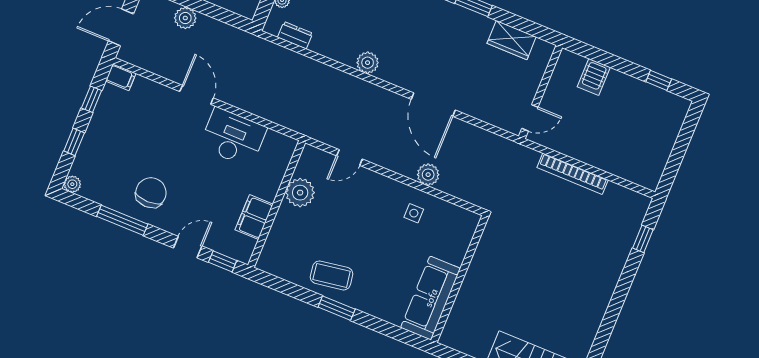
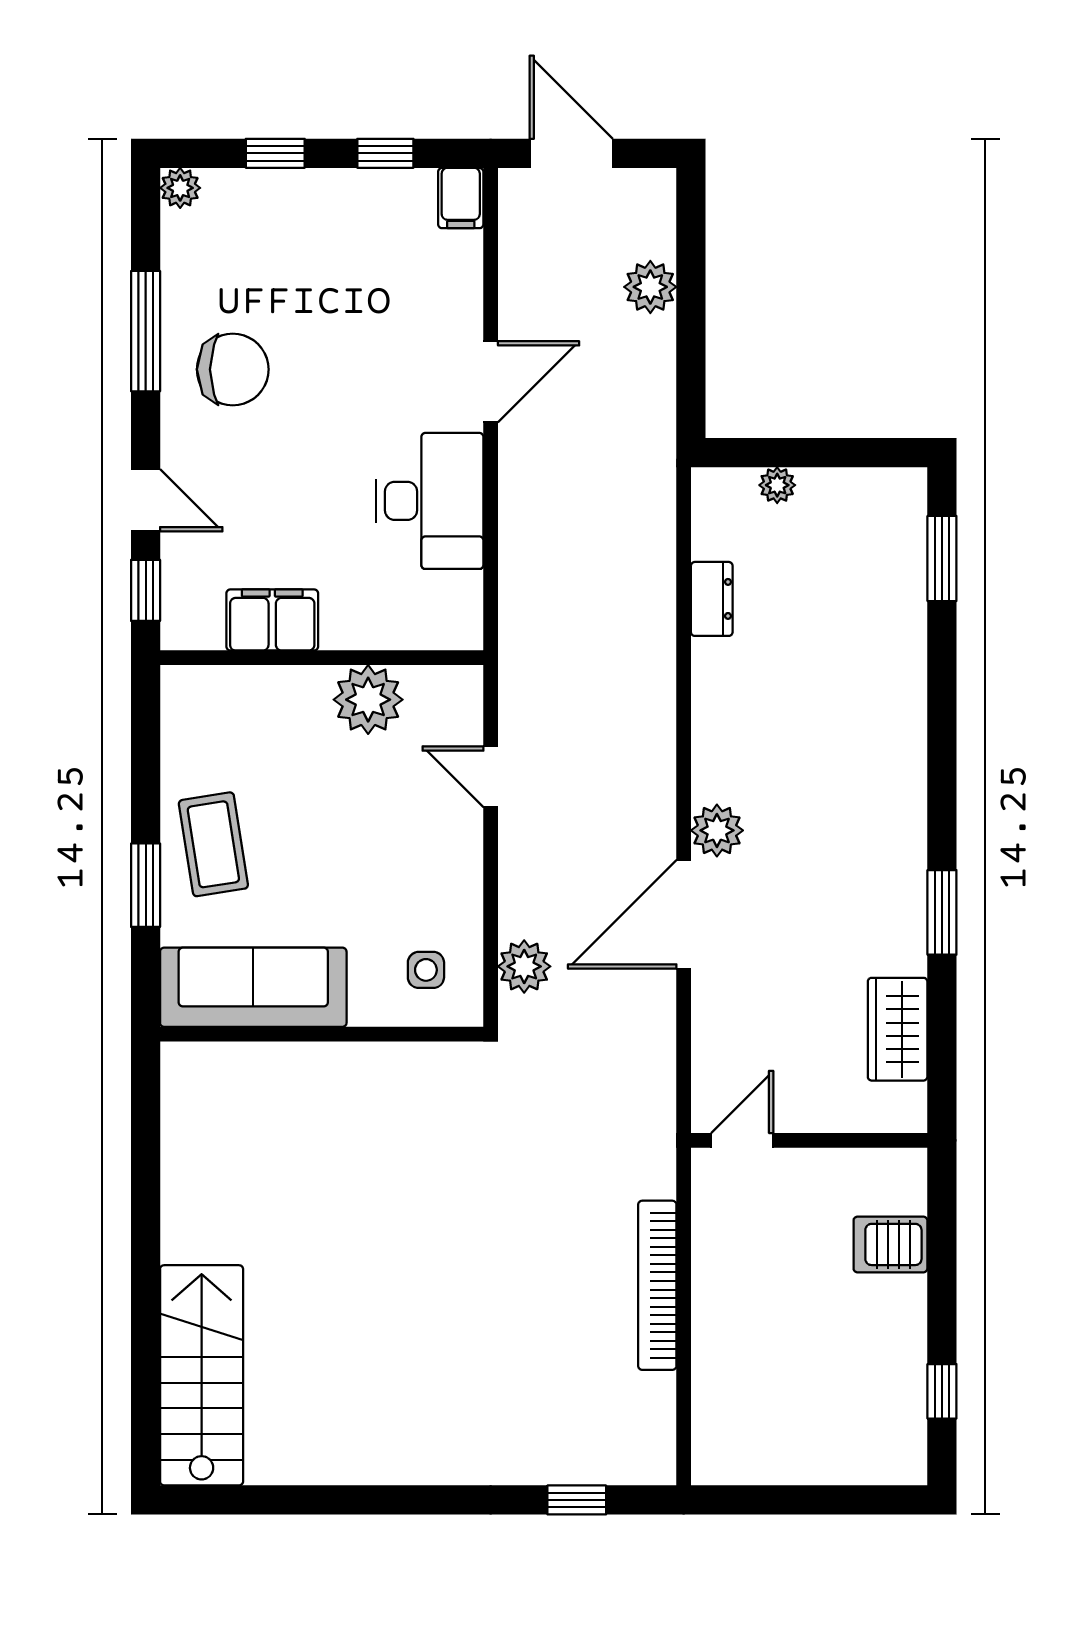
dresser: (295, 35) -> (712, 599), moved
plant: (368, 63) -> (717, 830), moved
door: (530, 118) -> (742, 1140), swing flipped
wall: (460, 279) -> (322, 1034), moved
sofa: (431, 298) -> (253, 987), moved

